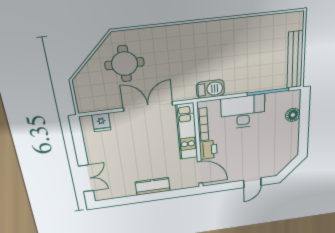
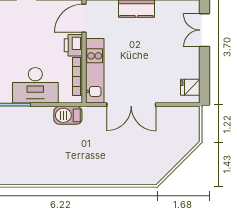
round table: (125, 64) -> (148, 152), removed
fridge: (101, 122) -> (190, 87), moved, turned -90
door: (200, 172) -> (84, 18), hinge flipped

